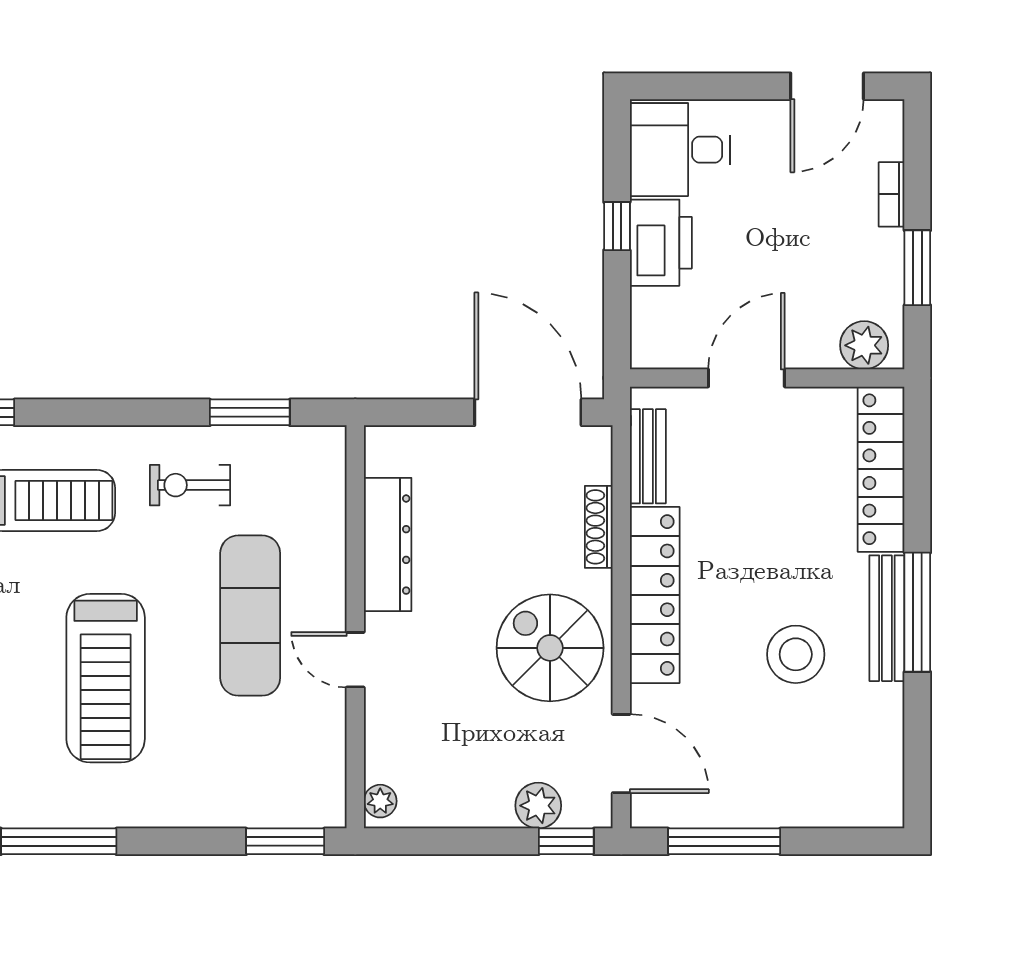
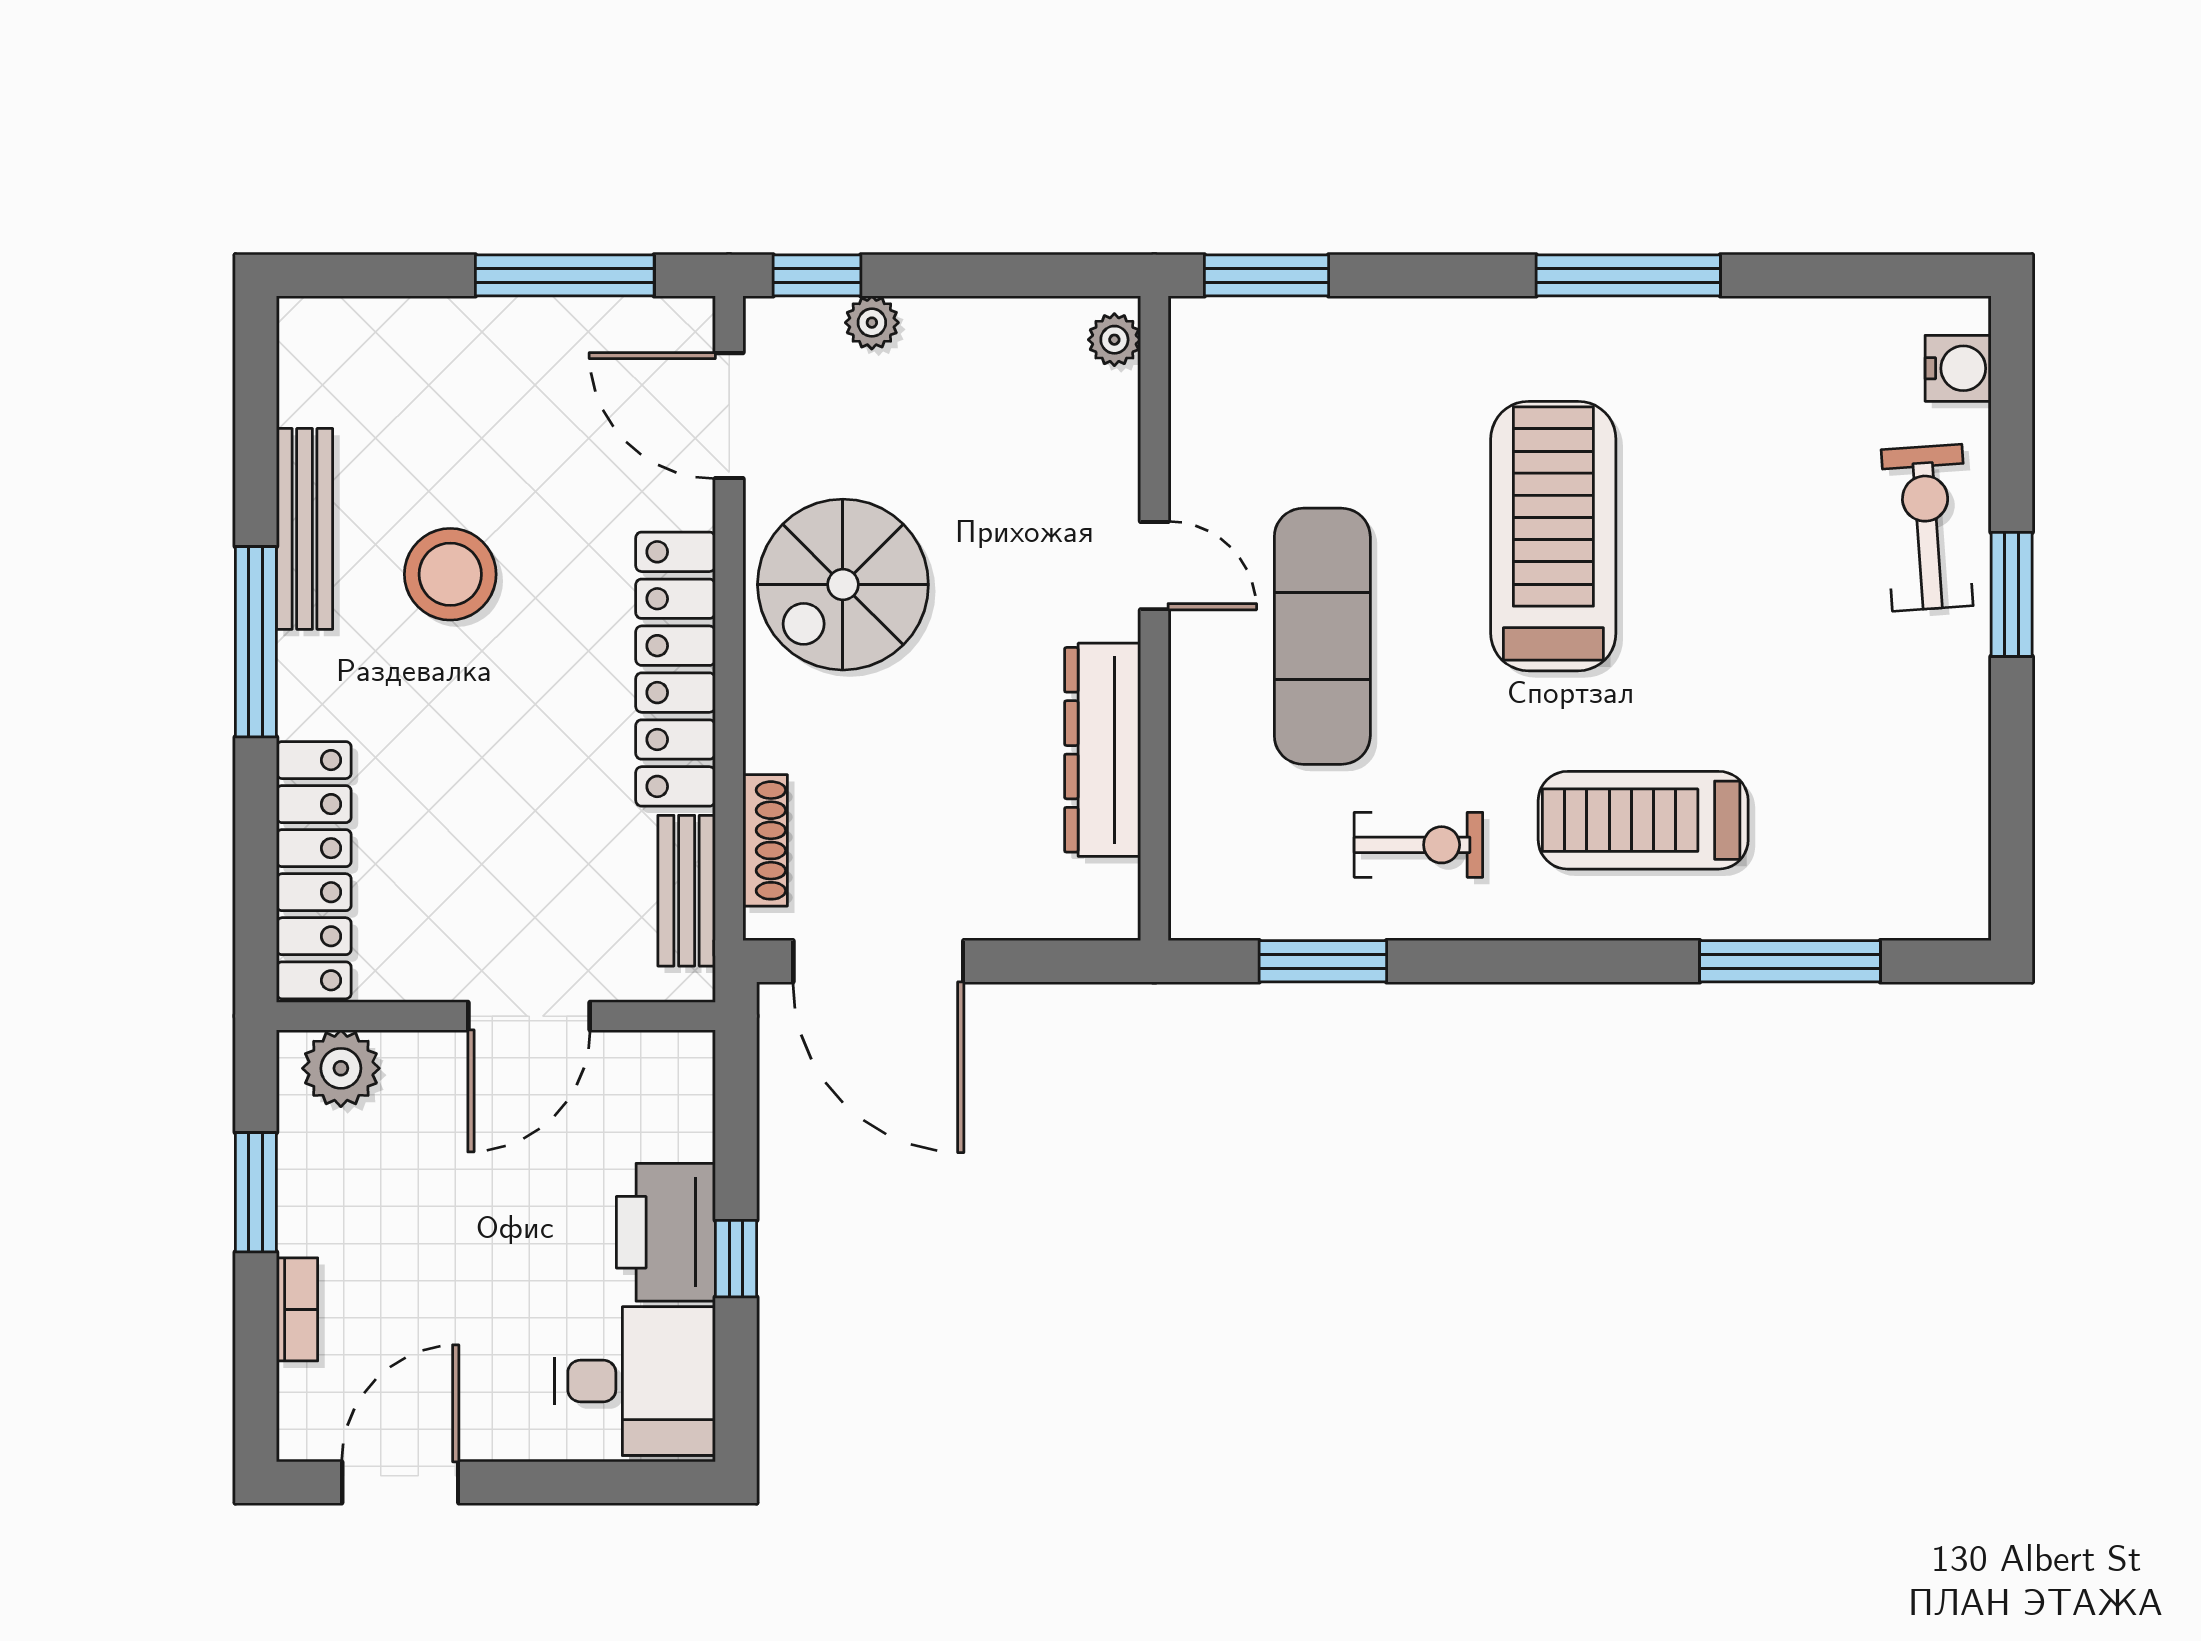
shoe rack: (599, 527) -> (765, 840), moved
bench: (887, 618) -> (305, 529), moved
spiral stairs: (550, 648) -> (843, 585), turned 90
plant: (538, 806) -> (872, 323), width x0.73, depth x0.73

